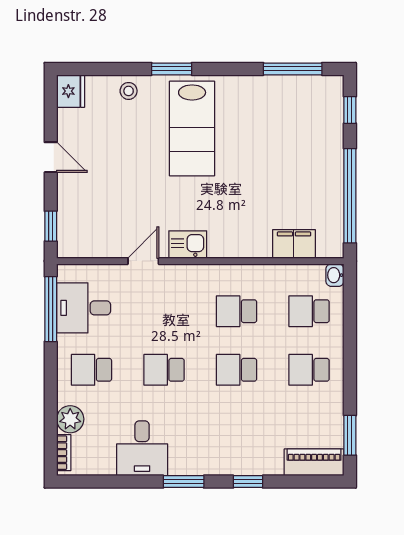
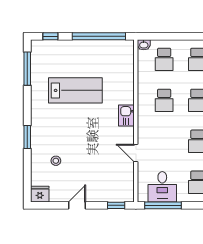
stool: (129, 91) -> (56, 161), moved
lab bench: (192, 128) -> (75, 90), moved
filing cabinet: (294, 244) -> (126, 68), removed
kitchen sink: (188, 245) -> (126, 115), moved

